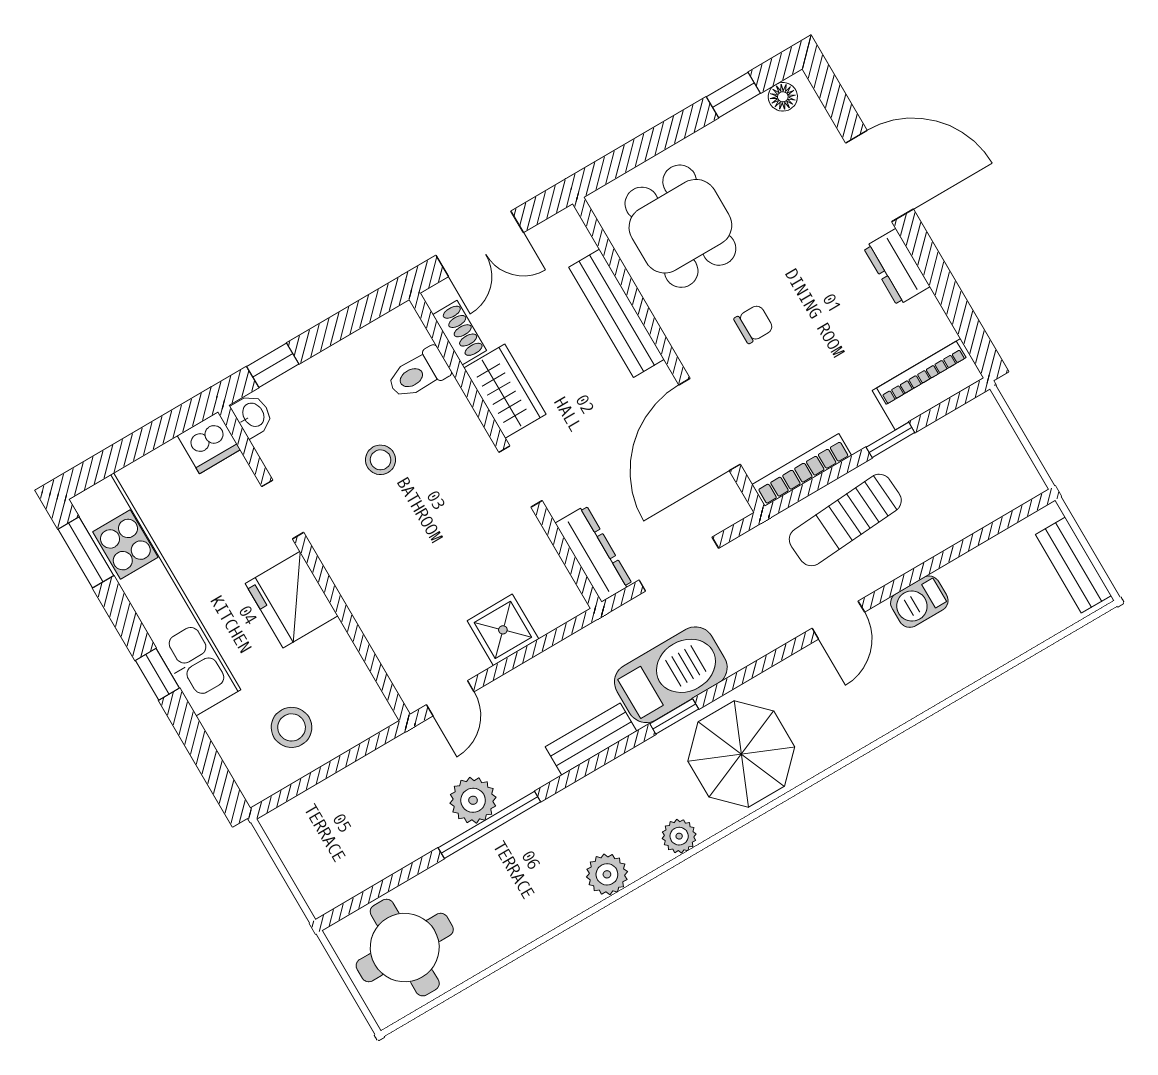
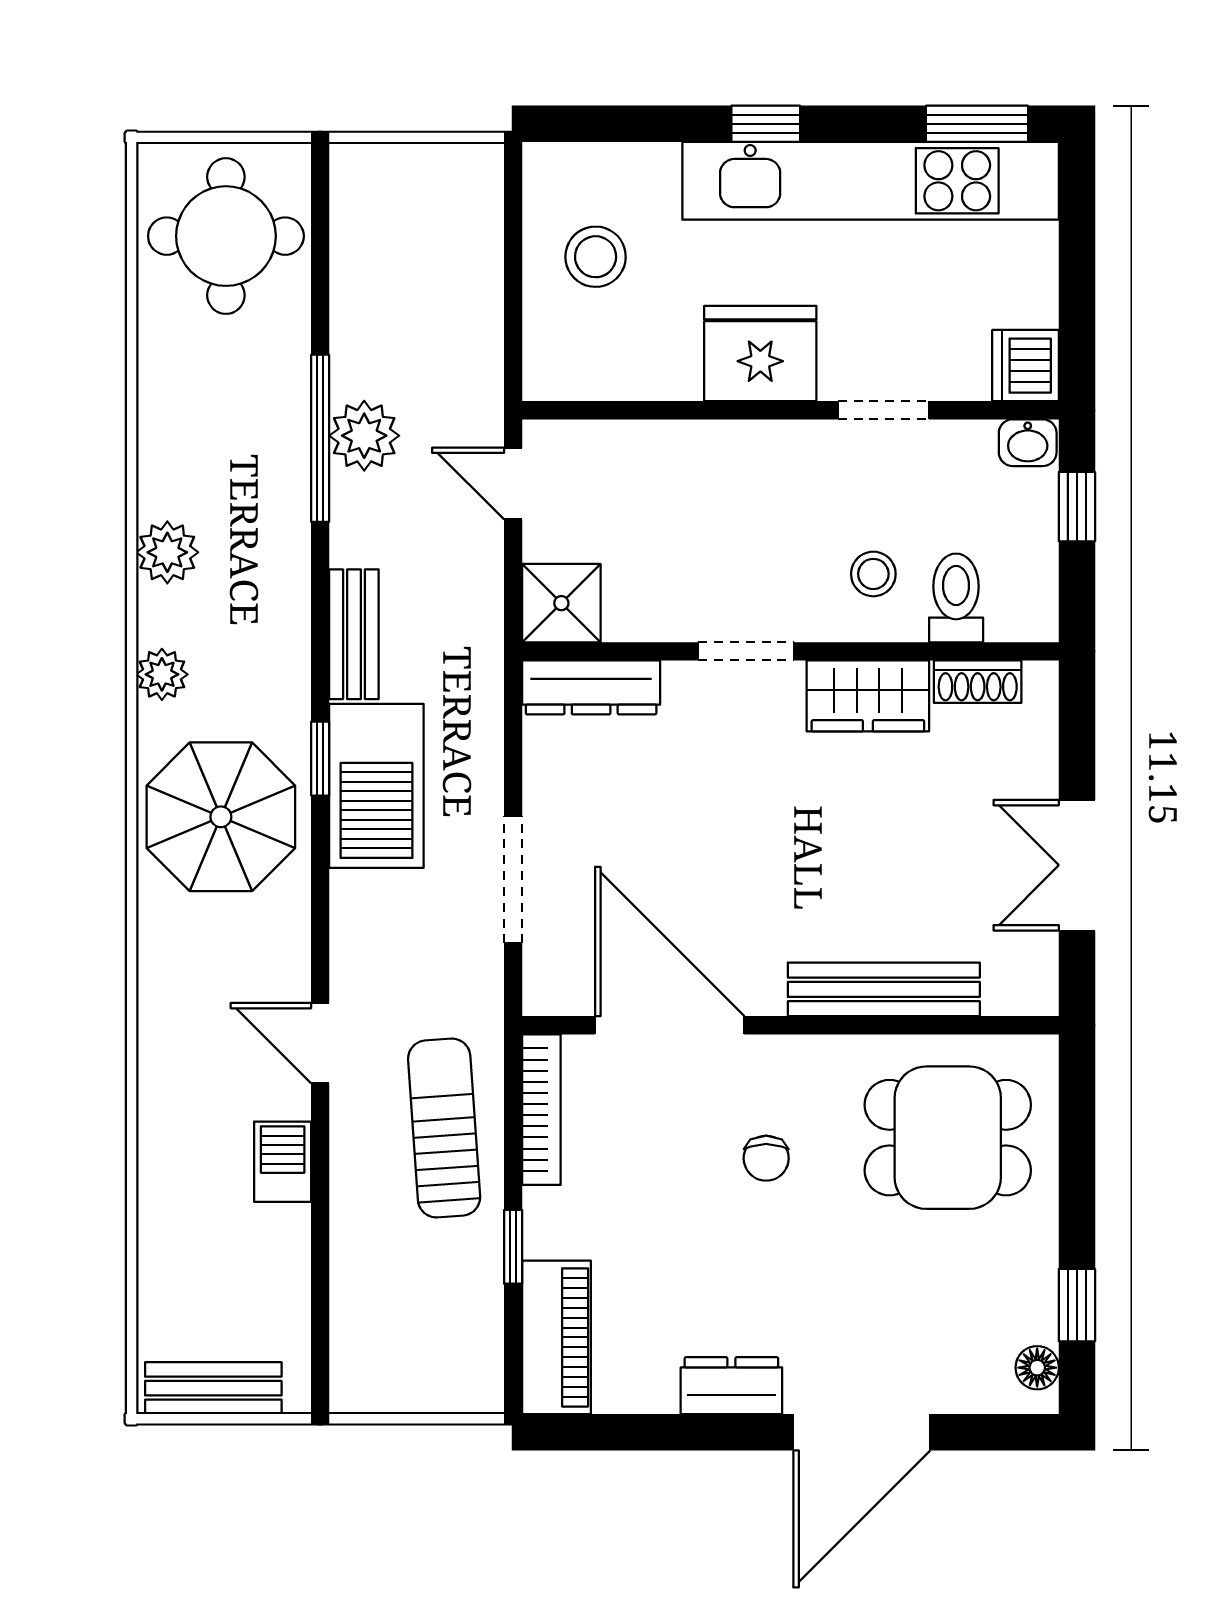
shoe rack: (460, 333) -> (978, 682), moved
toilet: (419, 373) -> (956, 598), moved
wardrobe: (505, 391) -> (868, 696), moved
wall: (505, 451) -> (791, 651), moved
doorway: (520, 476) -> (746, 651), moved
dresser: (594, 554) -> (591, 687), moved

